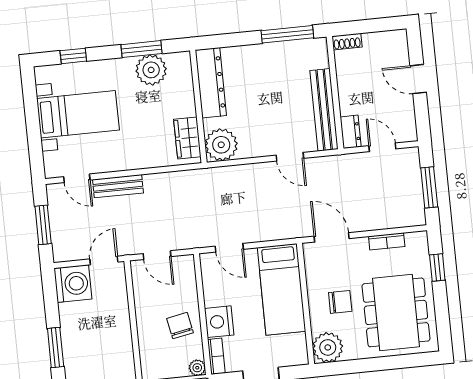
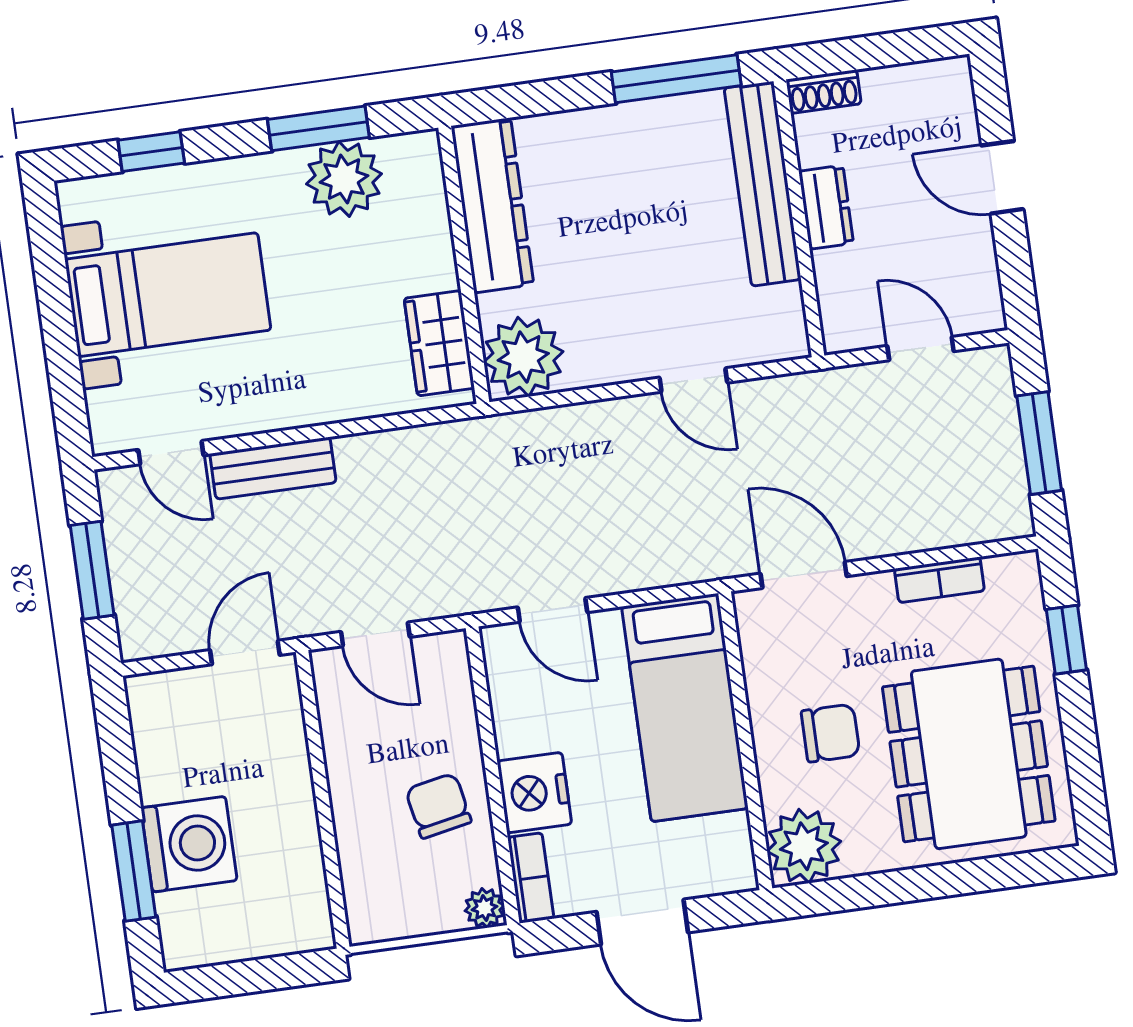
bench: (324, 110) -> (763, 184), moved
dresser: (351, 132) -> (826, 207), moved
washing machine: (73, 284) -> (189, 844), moved

